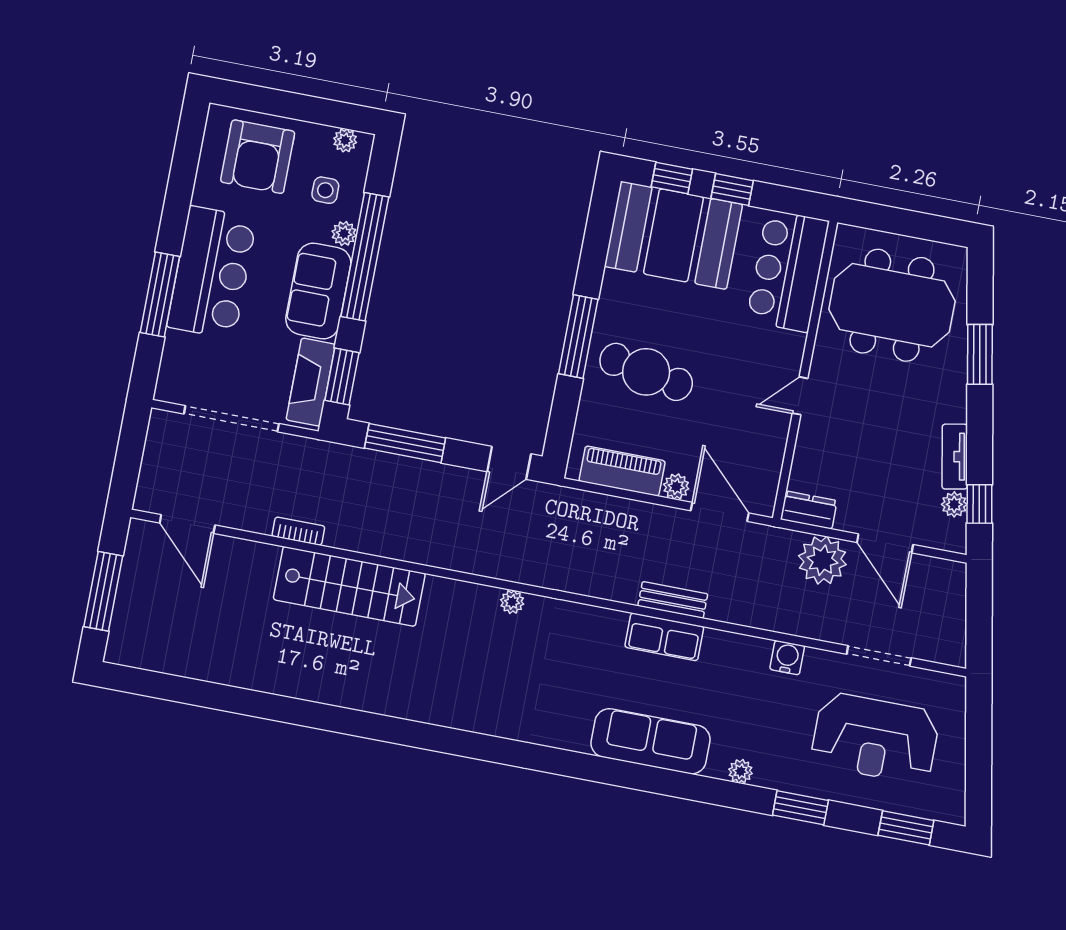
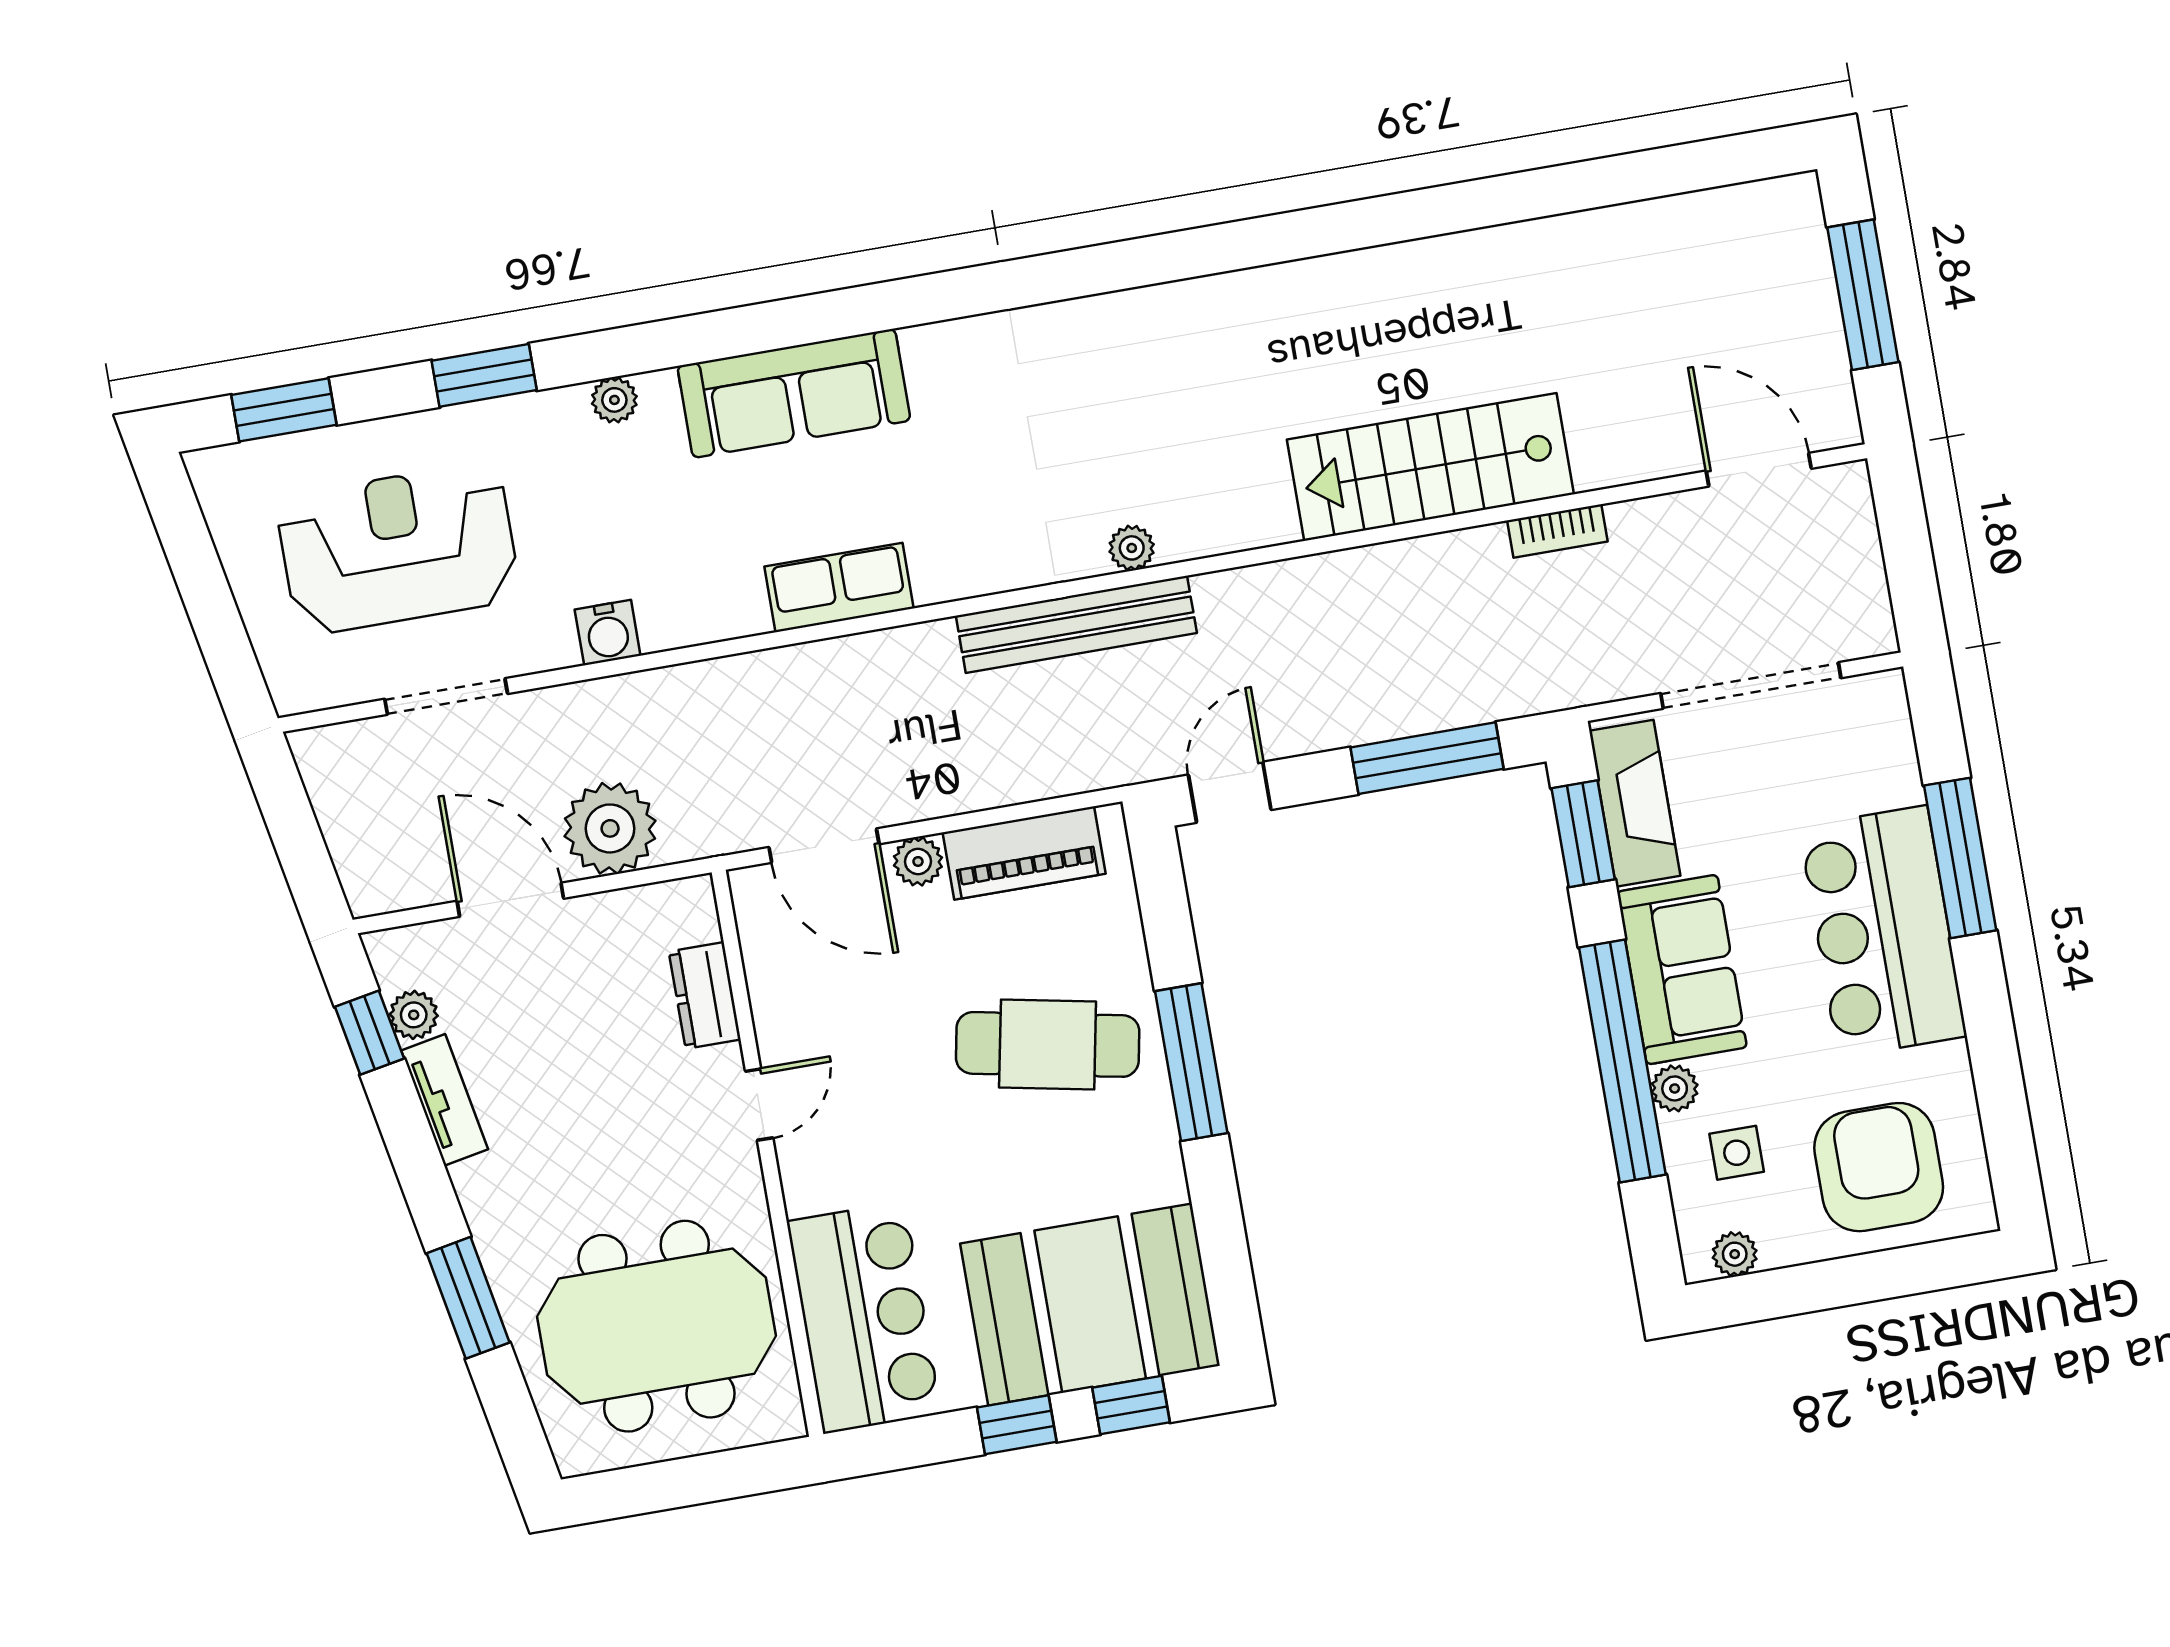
dresser: (809, 510) -> (705, 996), moved, turned 90
bench: (673, 600) -> (1076, 624), moved, width x1.86, depth x1.21

